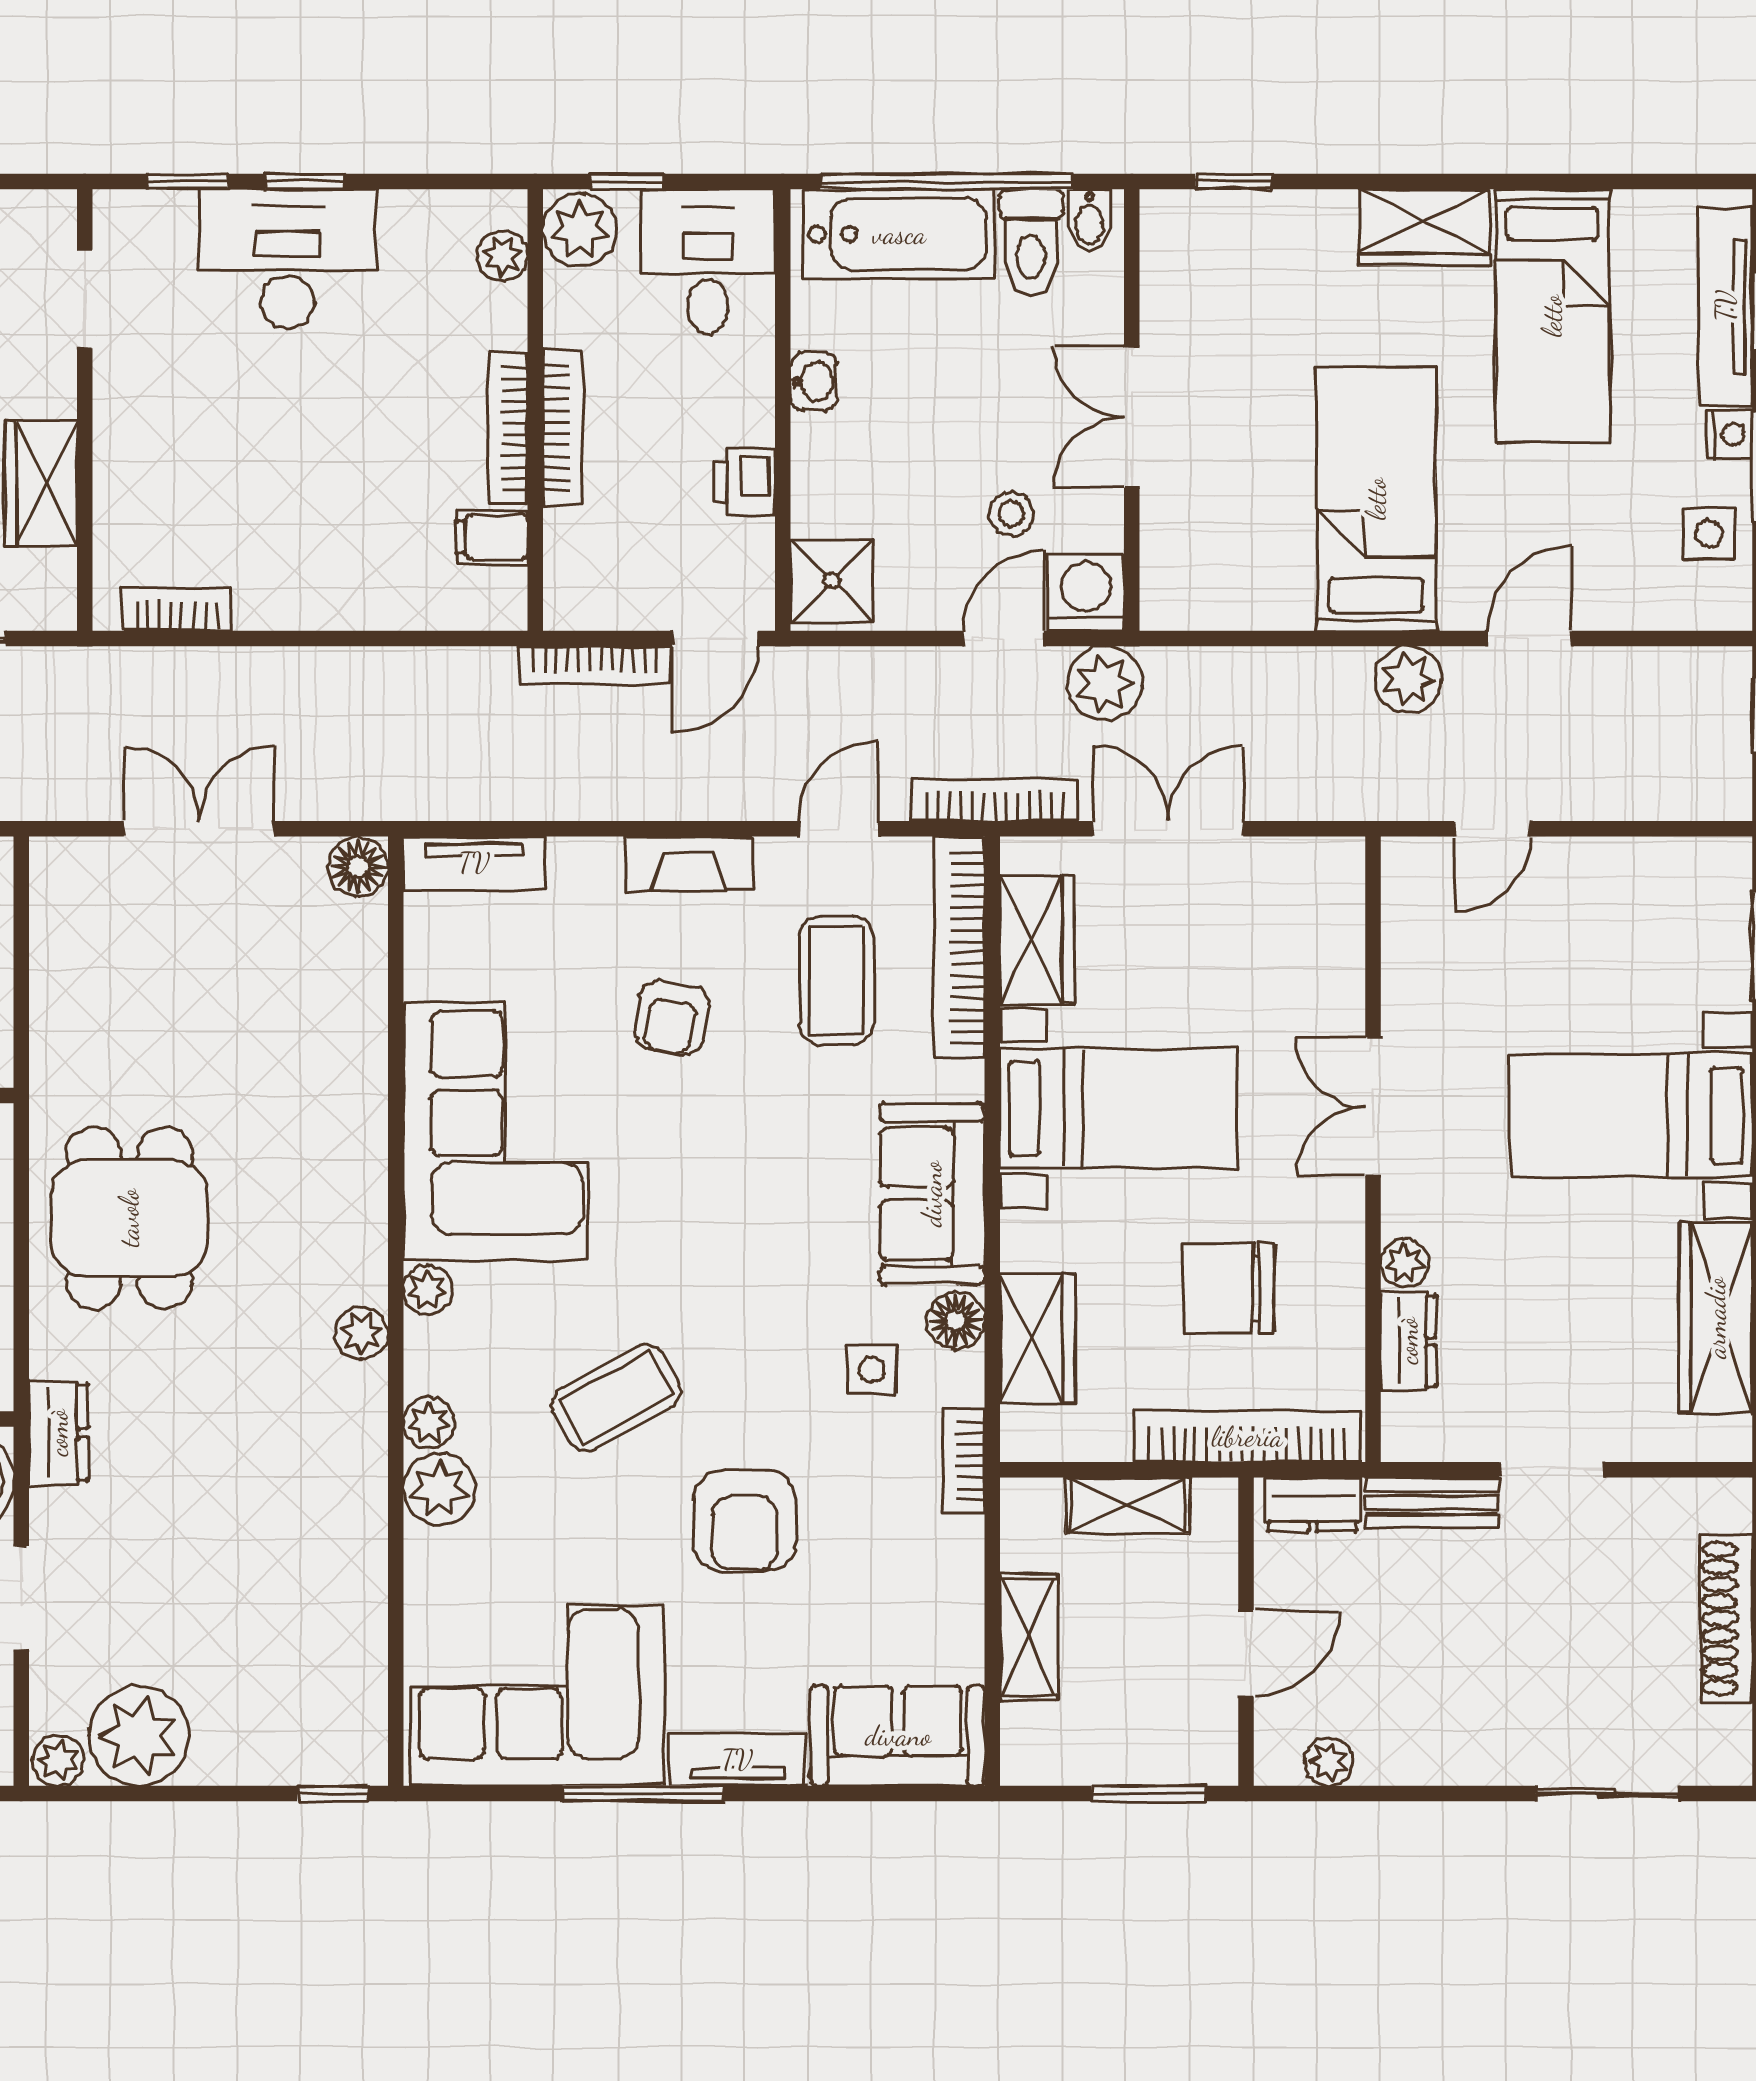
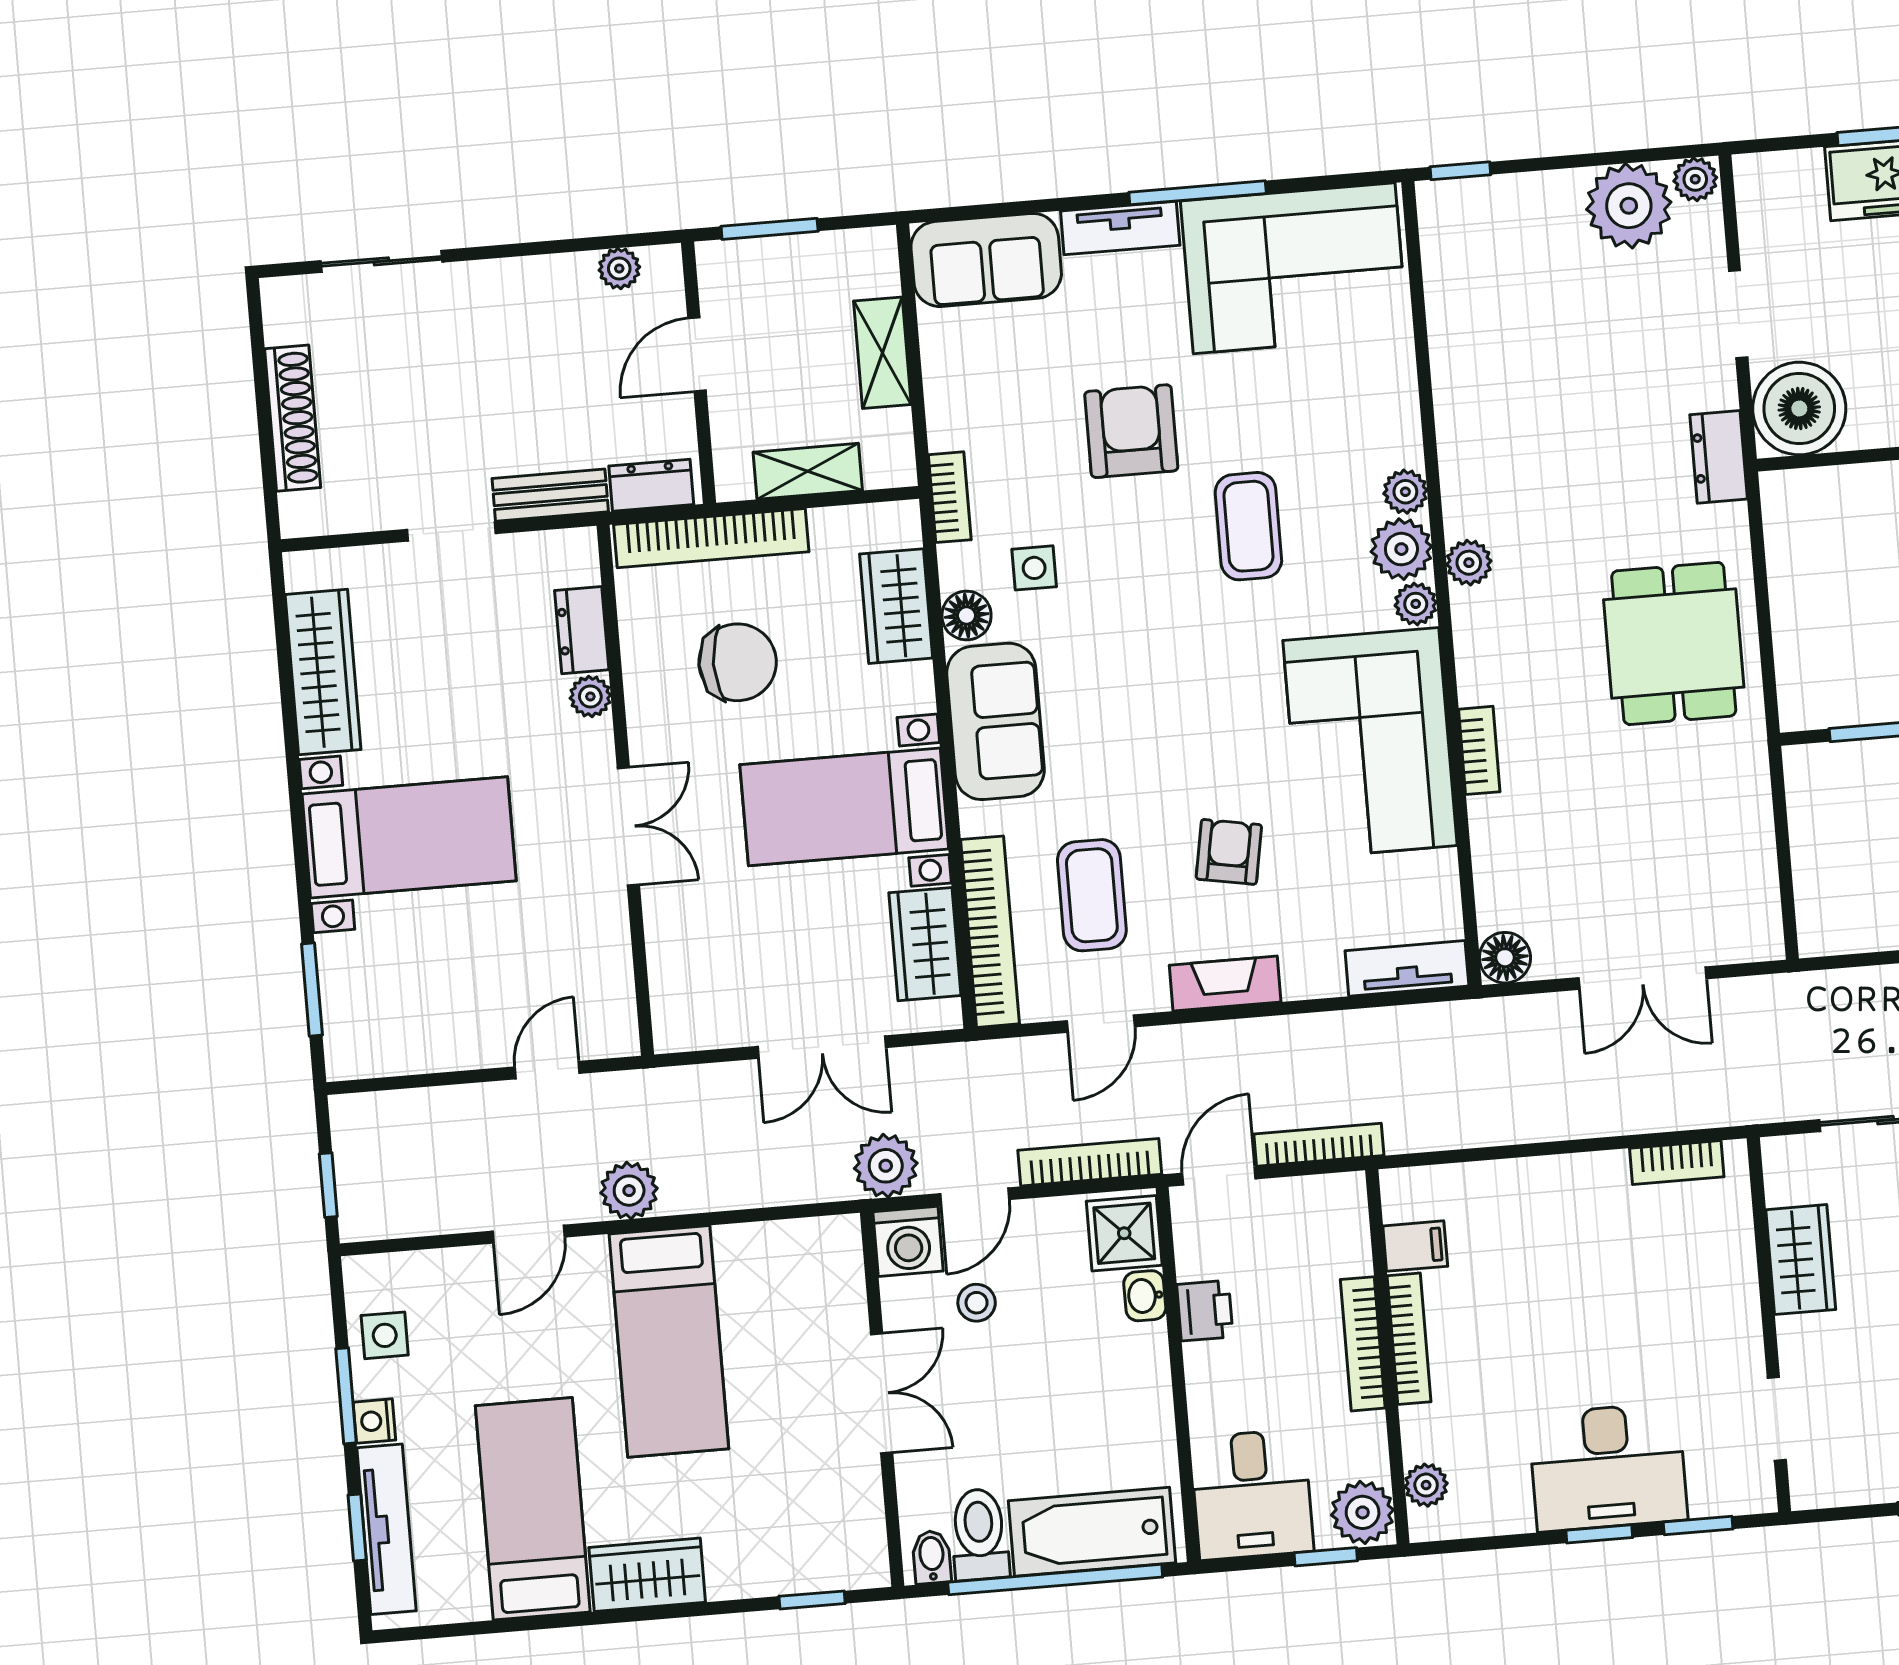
washbasin: (814, 382) -> (1145, 1296), moved
bookcase: (995, 800) -> (1090, 1162), moved, turned 180
bookcase: (368, 1112) -> (1479, 750), added
coffee table: (616, 1398) -> (1248, 526), turned -61
plant: (439, 1489) -> (1401, 549), moved

